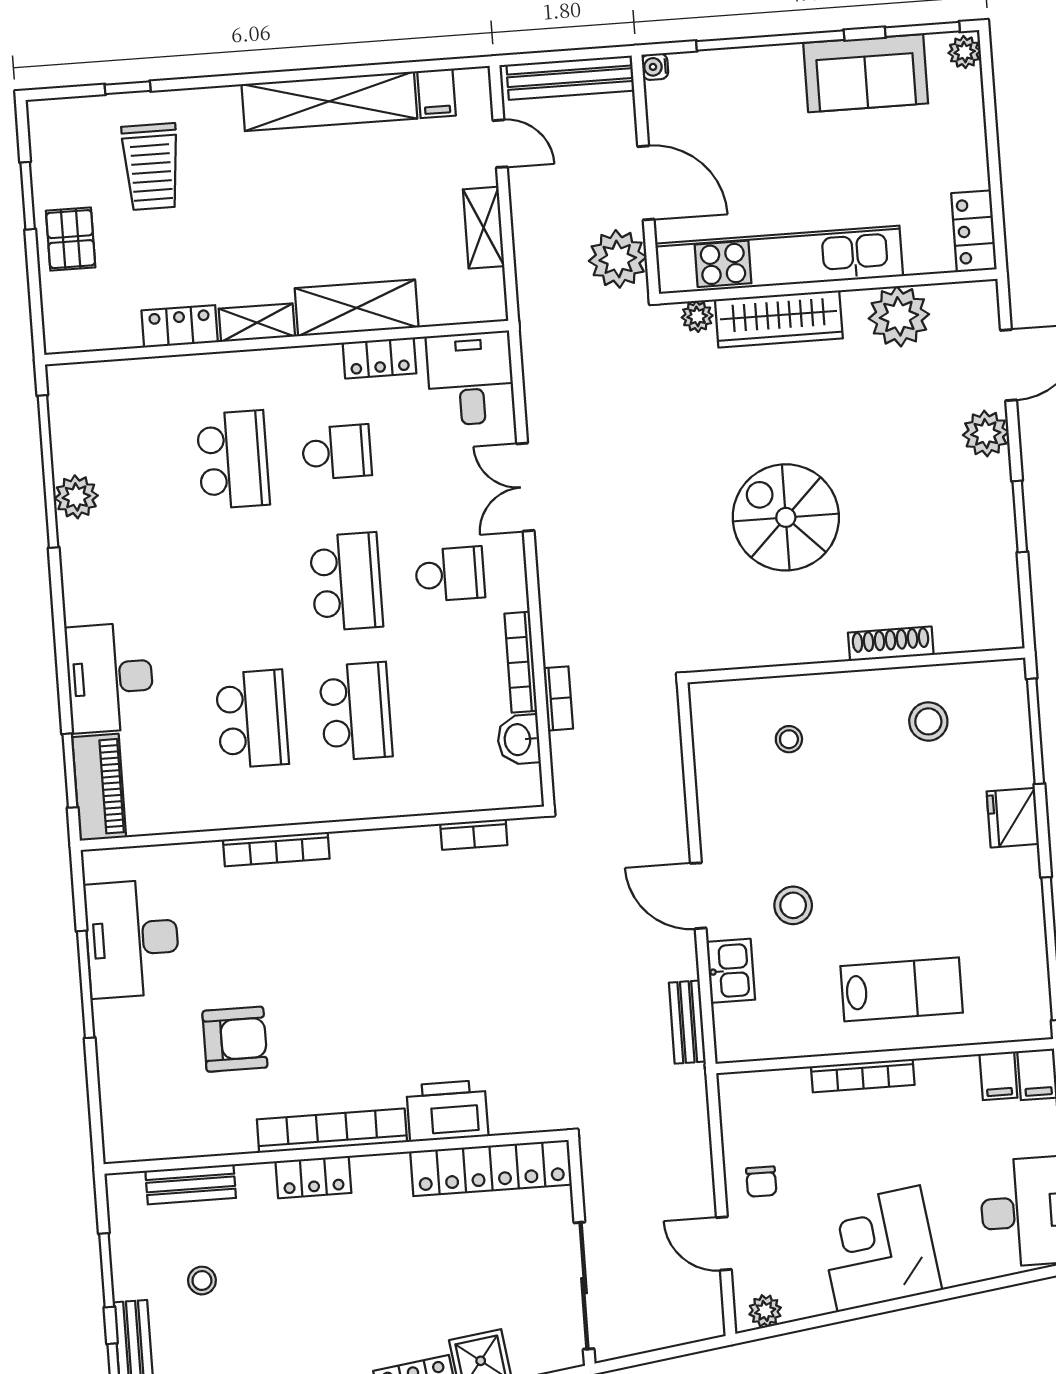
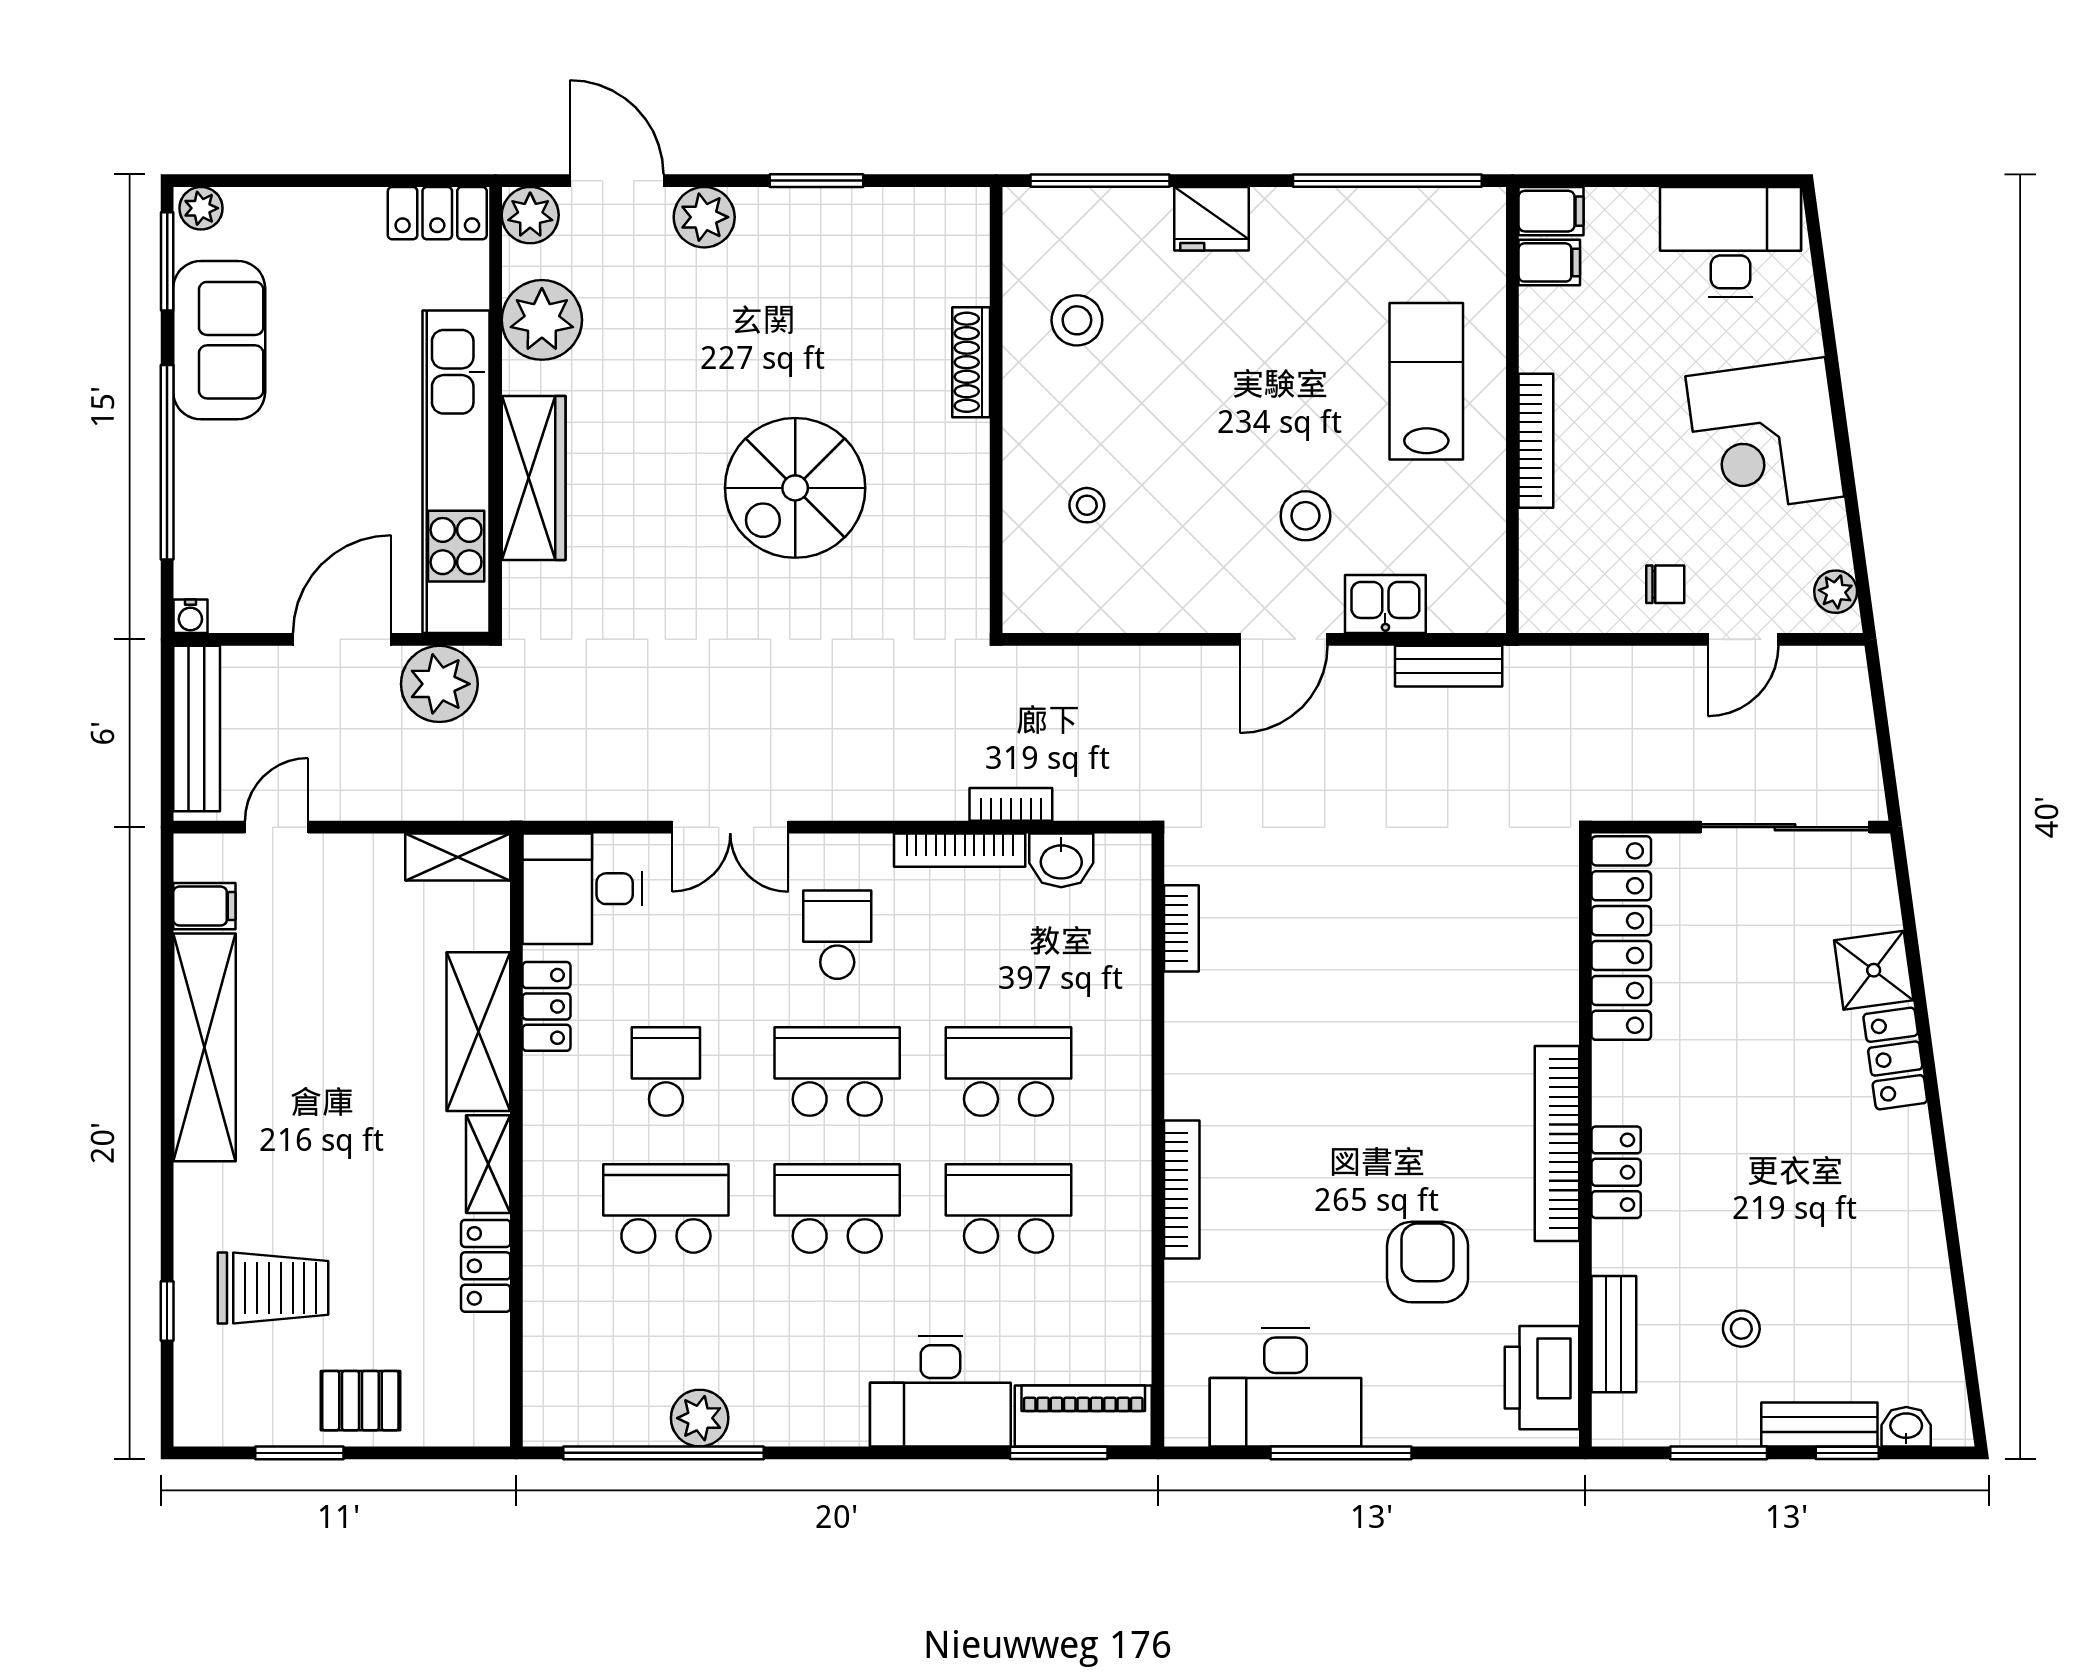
shelving: (484, 228) -> (458, 857), moved
plant: (697, 316) -> (530, 215), moved, width x1.38, depth x1.38
school desk: (243, 589) -> (837, 1208), added
printer: (447, 1111) -> (1542, 1378), moved

